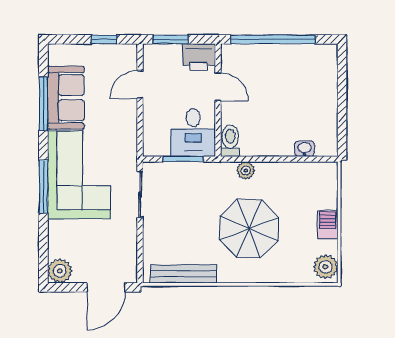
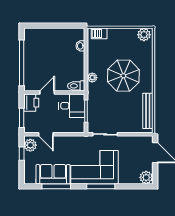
plant: (120, 55) -> (30, 145), added
barbecue: (328, 225) -> (99, 33), moved

